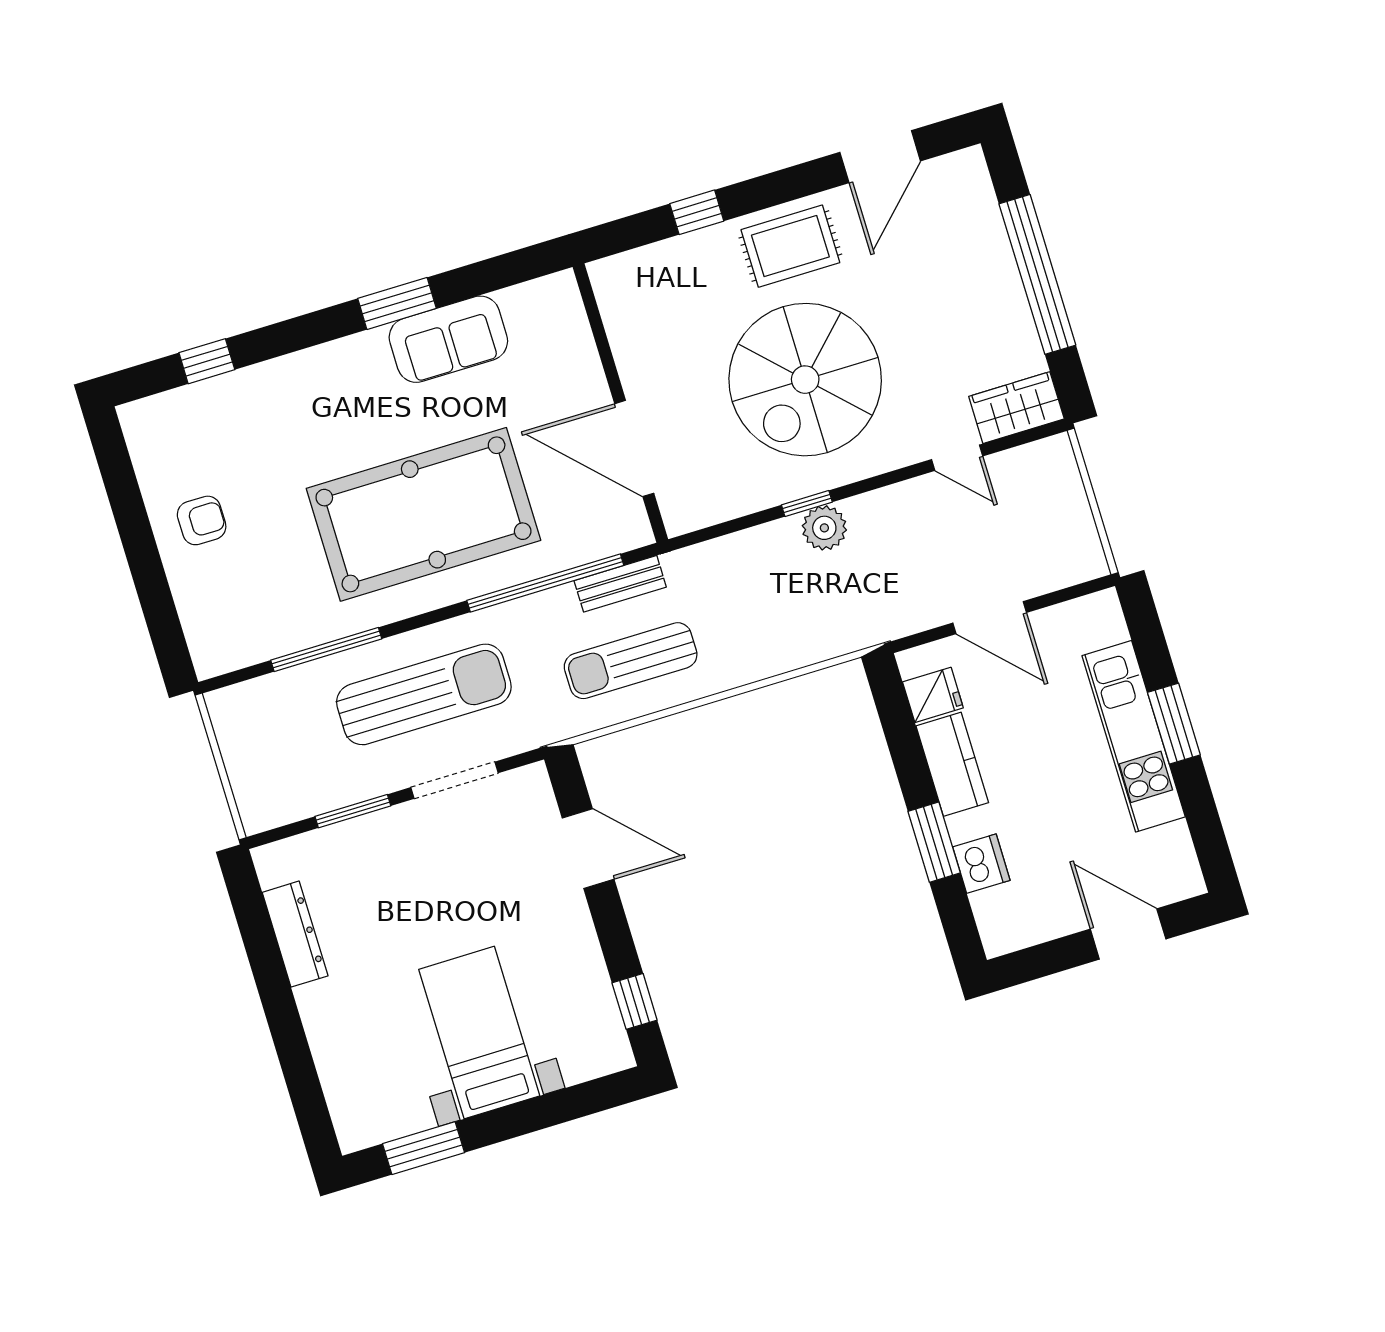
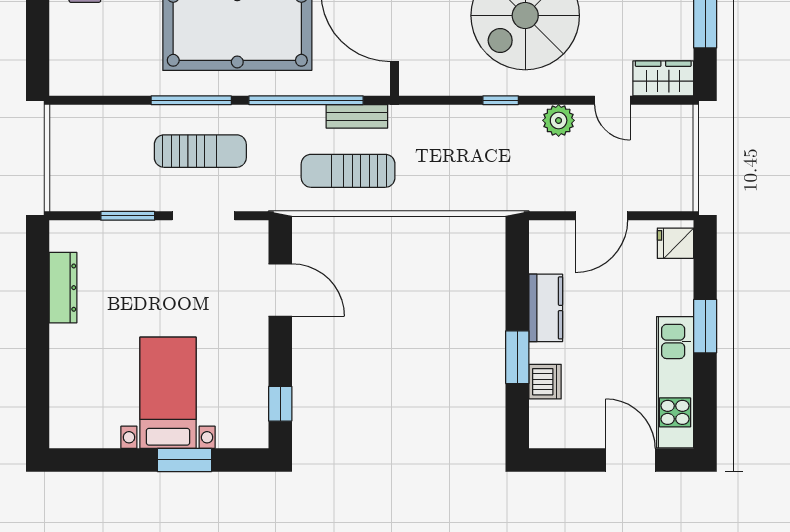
plant: (824, 528) -> (559, 120), moved
door: (990, 618) -> (601, 216), hinge flipped
window: (326, 649) -> (191, 100), moved
sun lounger: (424, 694) -> (200, 151), width x0.73, depth x0.75
fridge: (933, 695) -> (675, 243), moved, turned 180
kitchen unit: (1134, 736) -> (675, 382), moved
window: (424, 1148) -> (184, 460), moved

